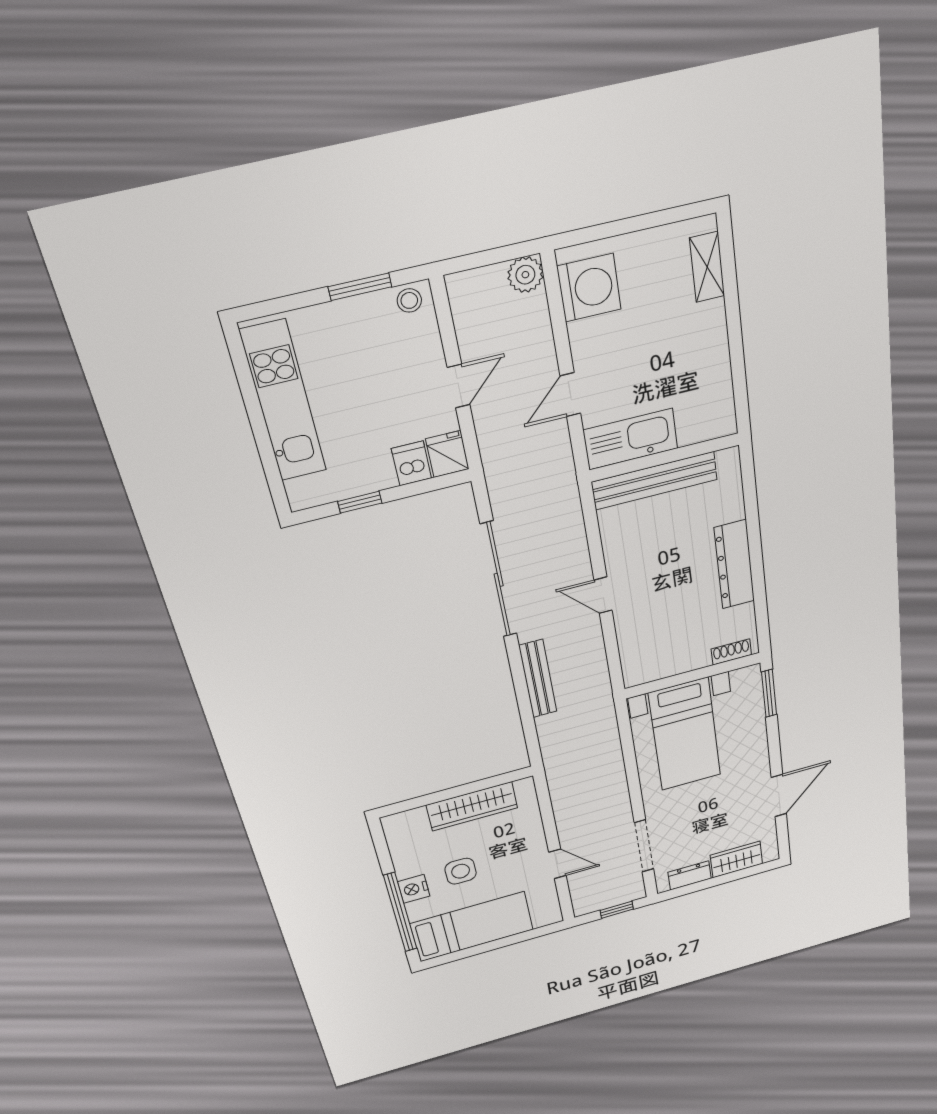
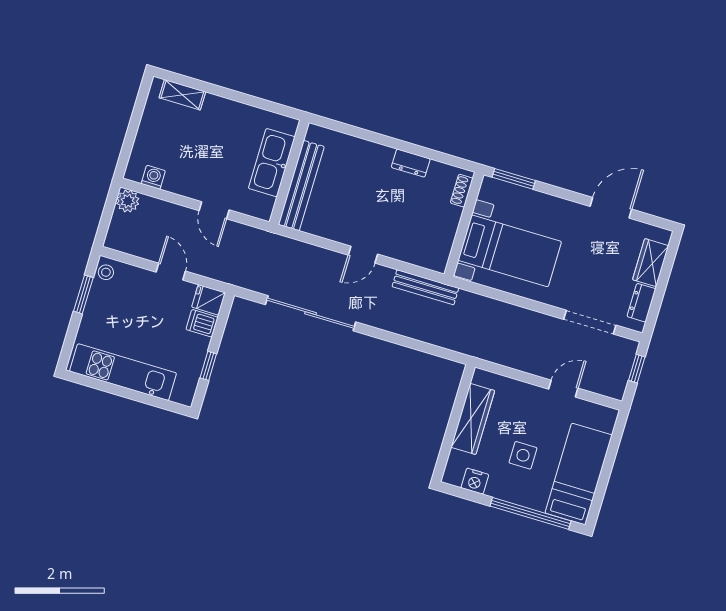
washing machine: (589, 288) -> (153, 177), width x0.53, depth x0.53
kitchen sink: (631, 439) -> (272, 163), moved
dresser: (734, 565) -> (411, 163), width x0.51, depth x0.80
bench: (538, 679) -> (425, 287), moved
door: (779, 796) -> (611, 208), hinge flipped
nightstand: (414, 889) -> (475, 481), moved

